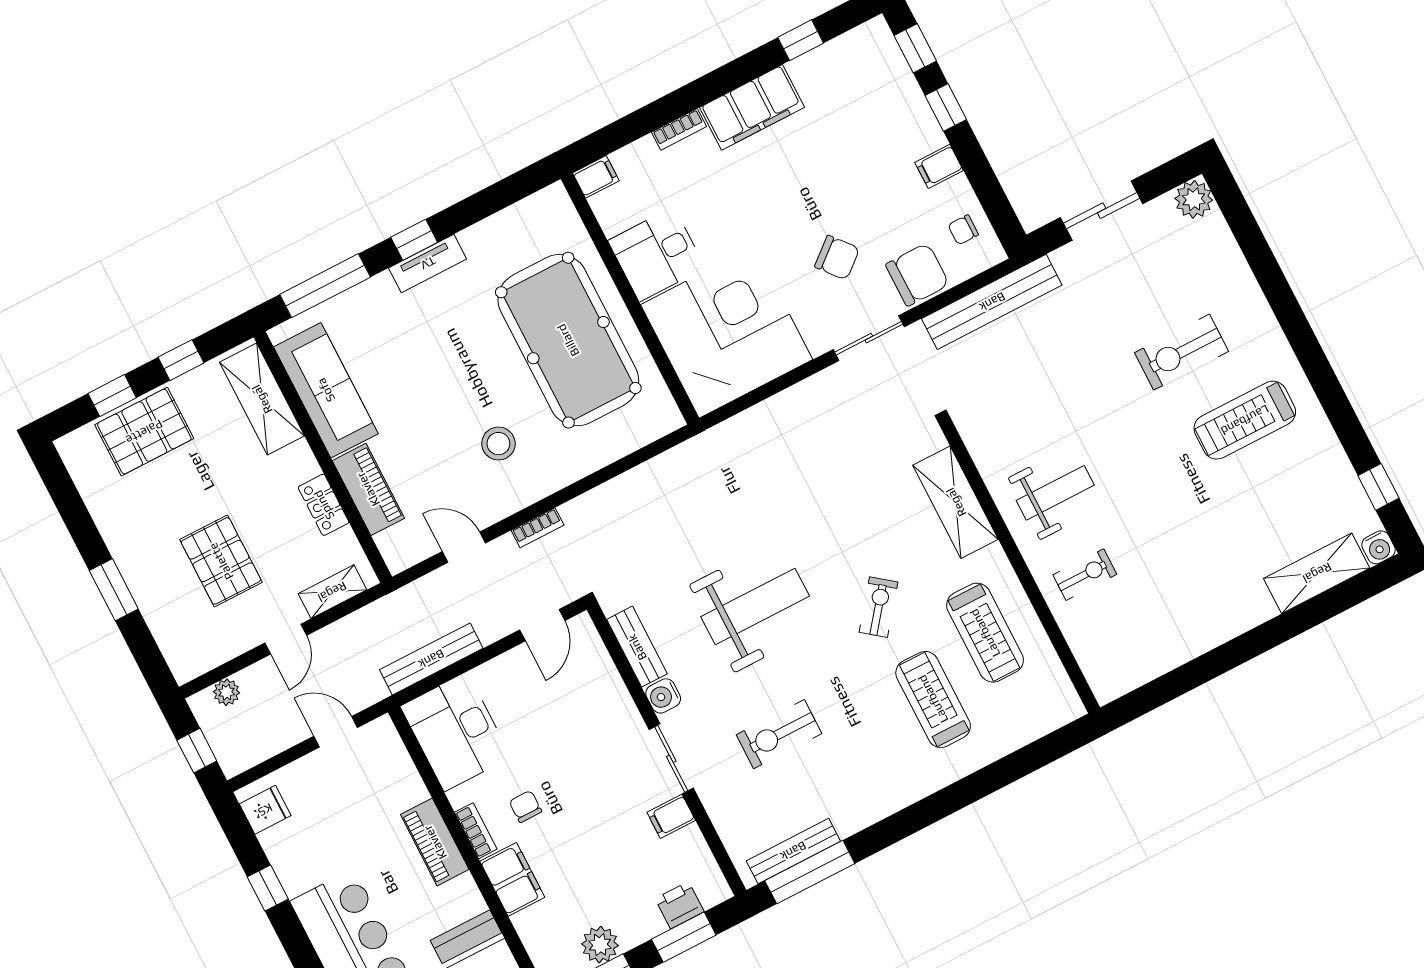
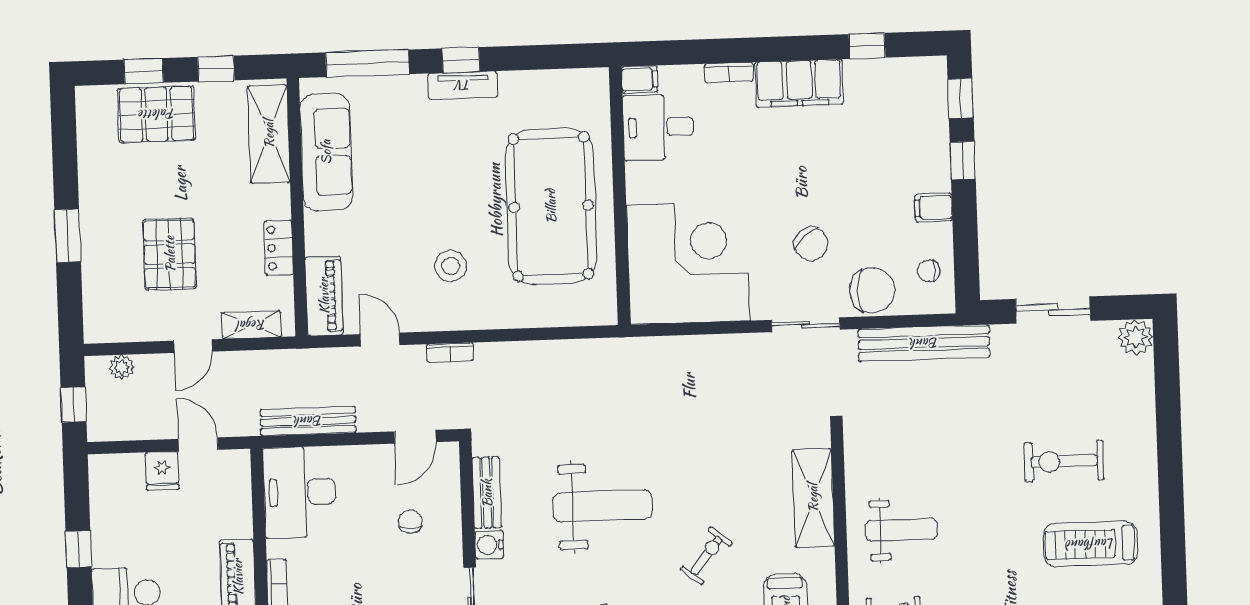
desk: (657, 254) -> (658, 127), moved
piano: (368, 489) -> (324, 296), moved
chair: (525, 806) -> (410, 522), moved
fridge: (265, 810) -> (162, 471), moved, turned 90

